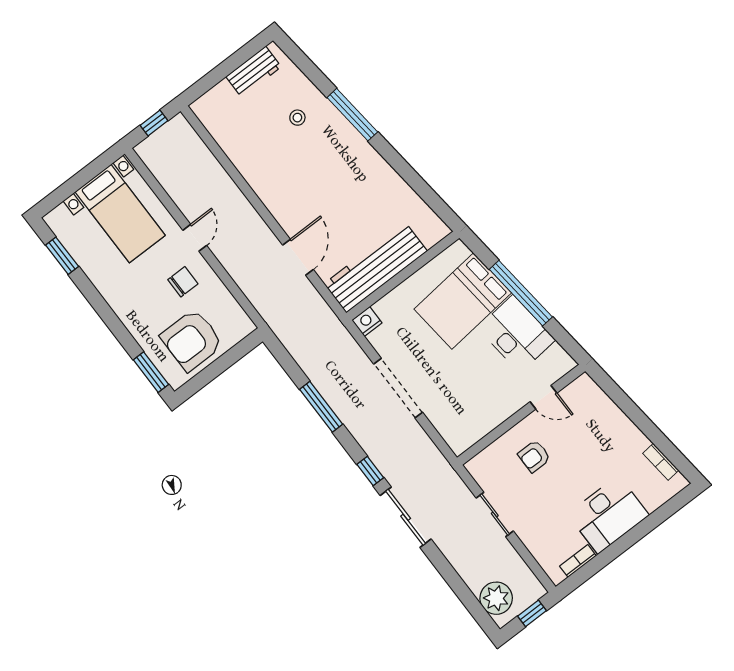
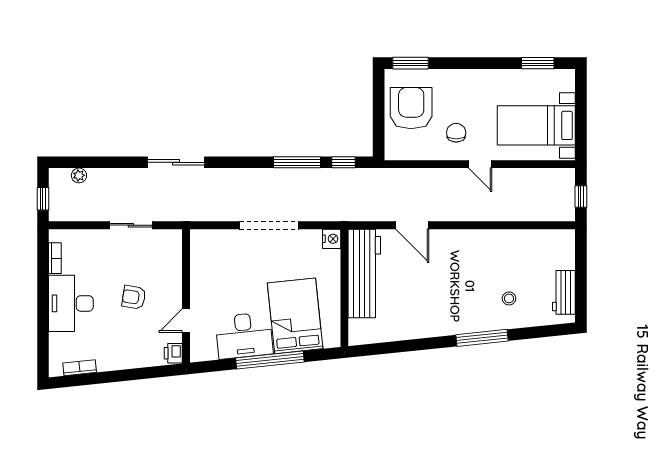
chair: (183, 282) -> (456, 133), turned 180
printer: (582, 386) -> (173, 353), added
armchair: (534, 456) -> (134, 297), moved, turned -81
window: (370, 471) -> (344, 162), moved
plant: (496, 598) -> (79, 175), width x0.53, depth x0.53

